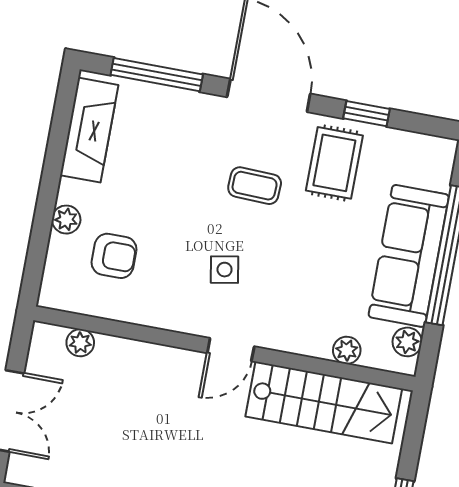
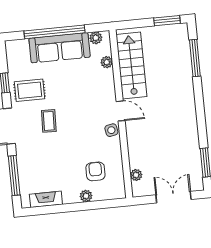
fireplace: (89, 130) -> (46, 199), width x0.73, depth x0.76
side table: (225, 270) -> (111, 130), moved

